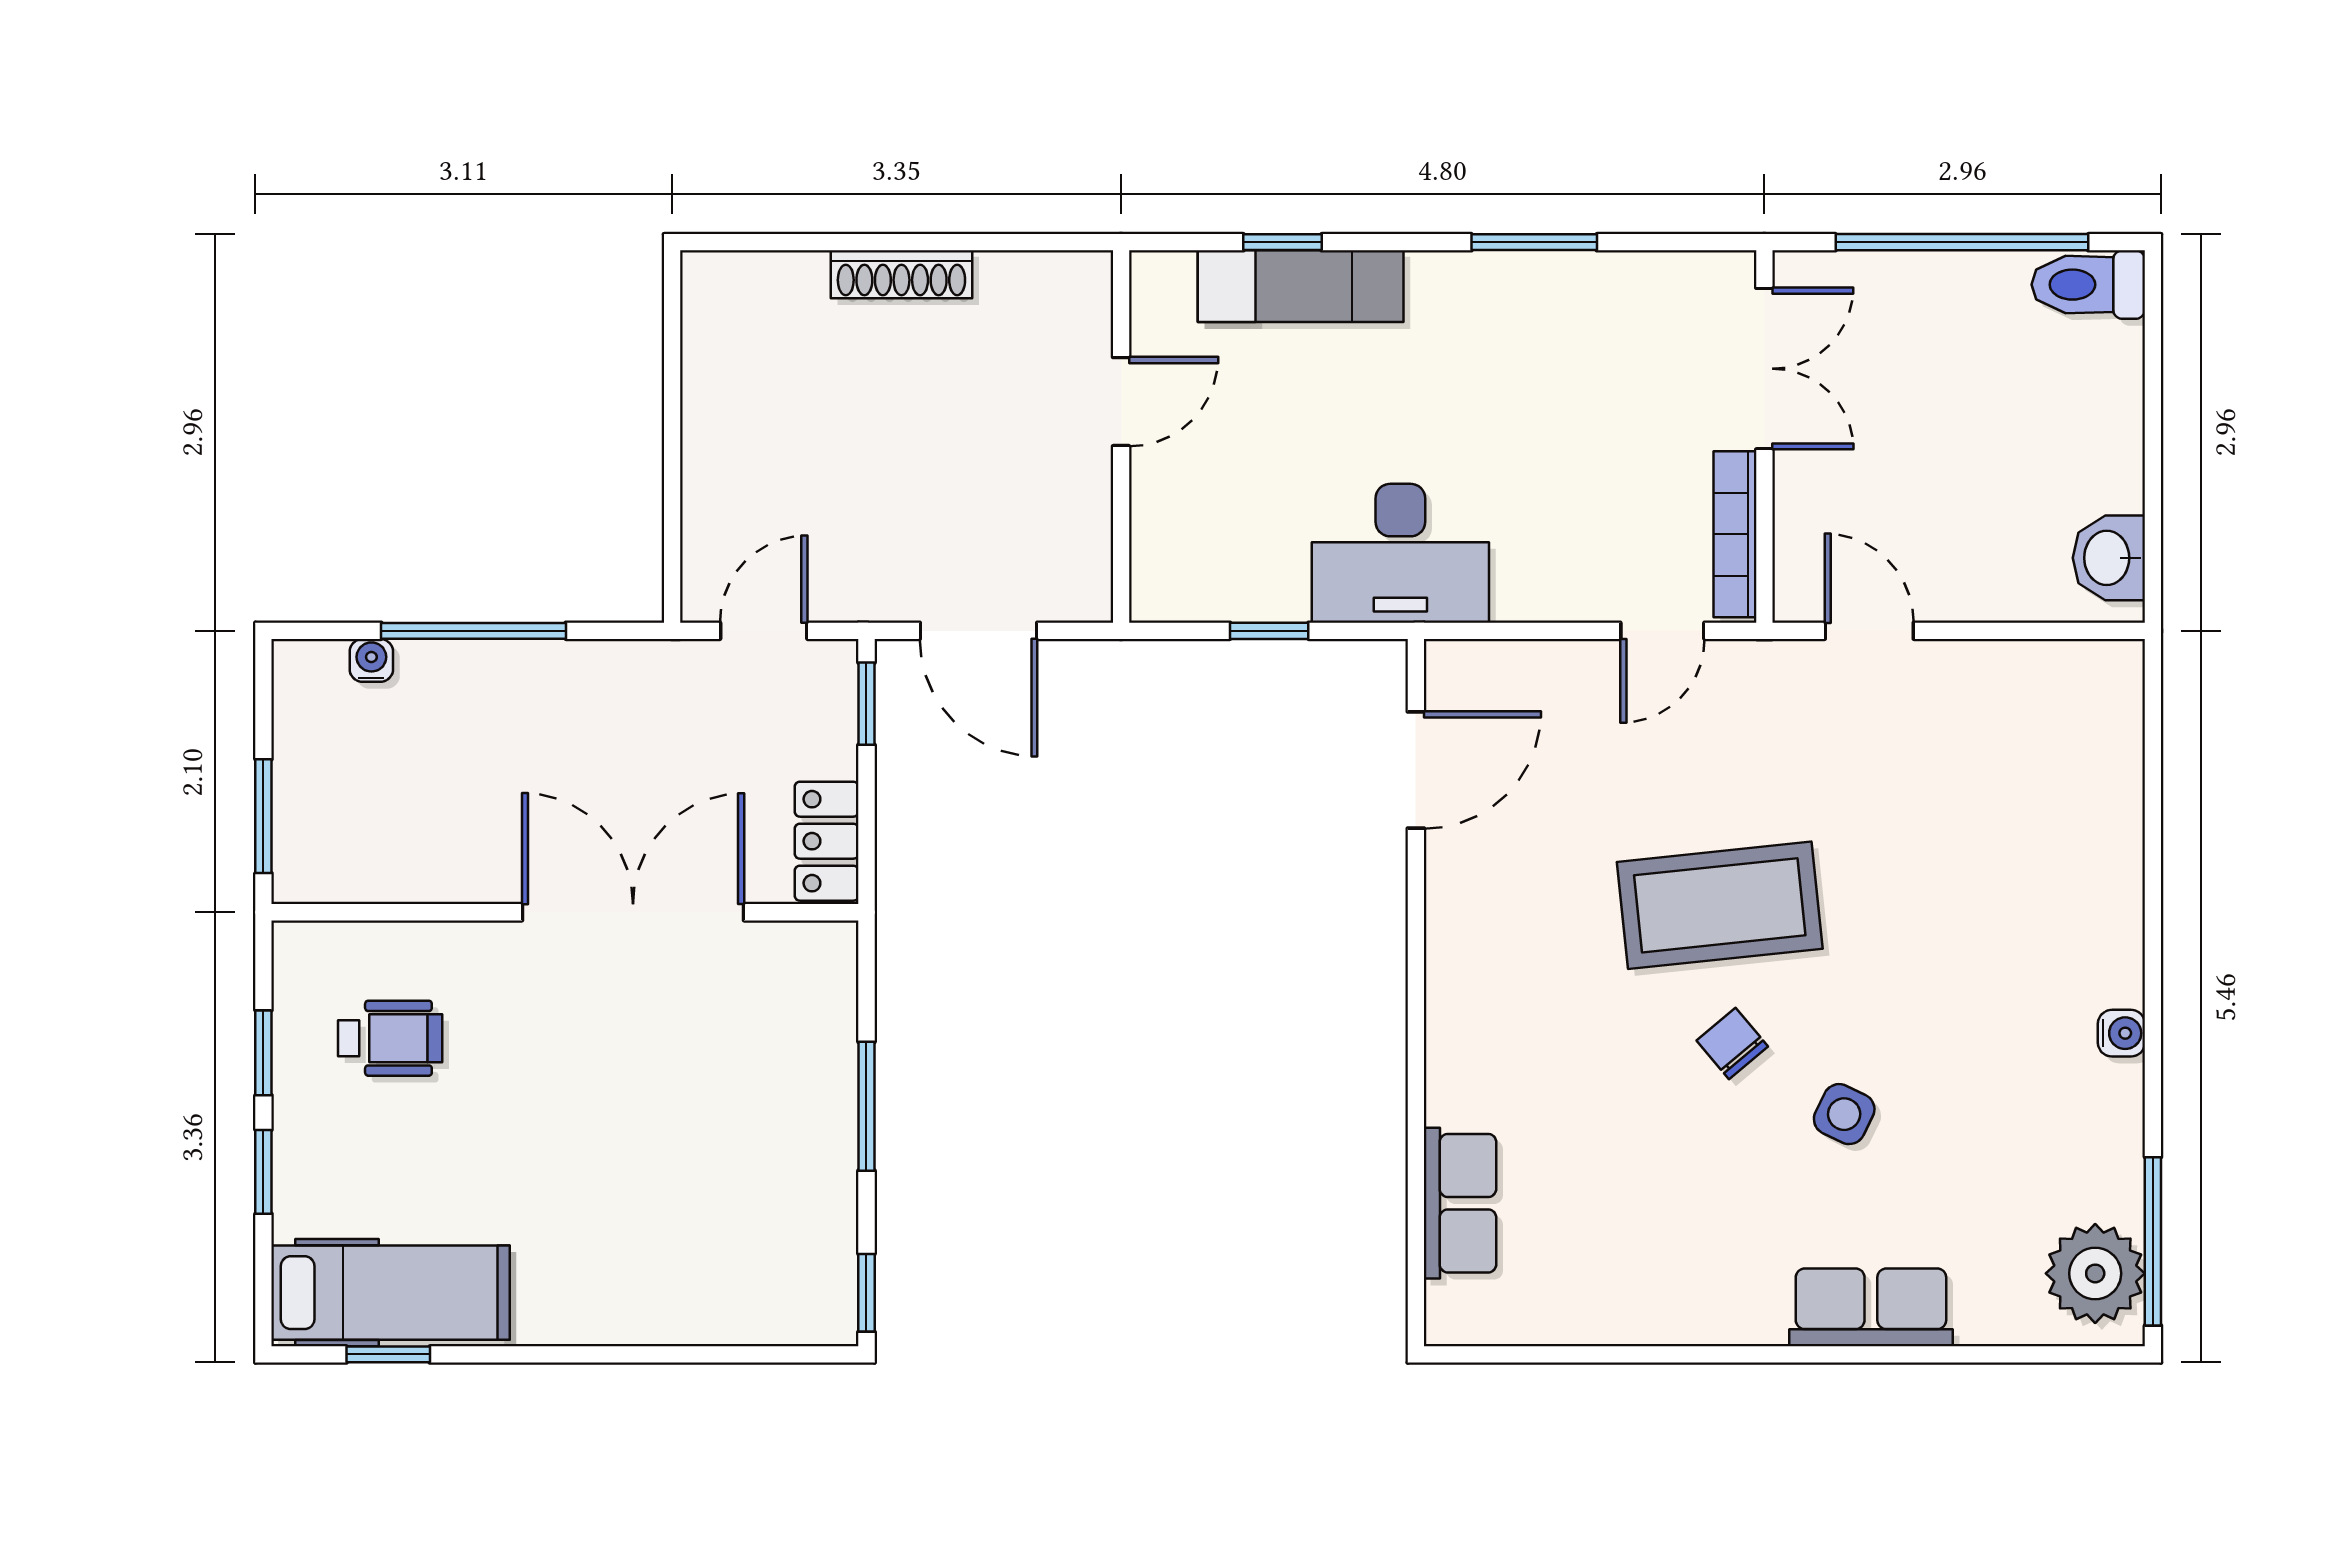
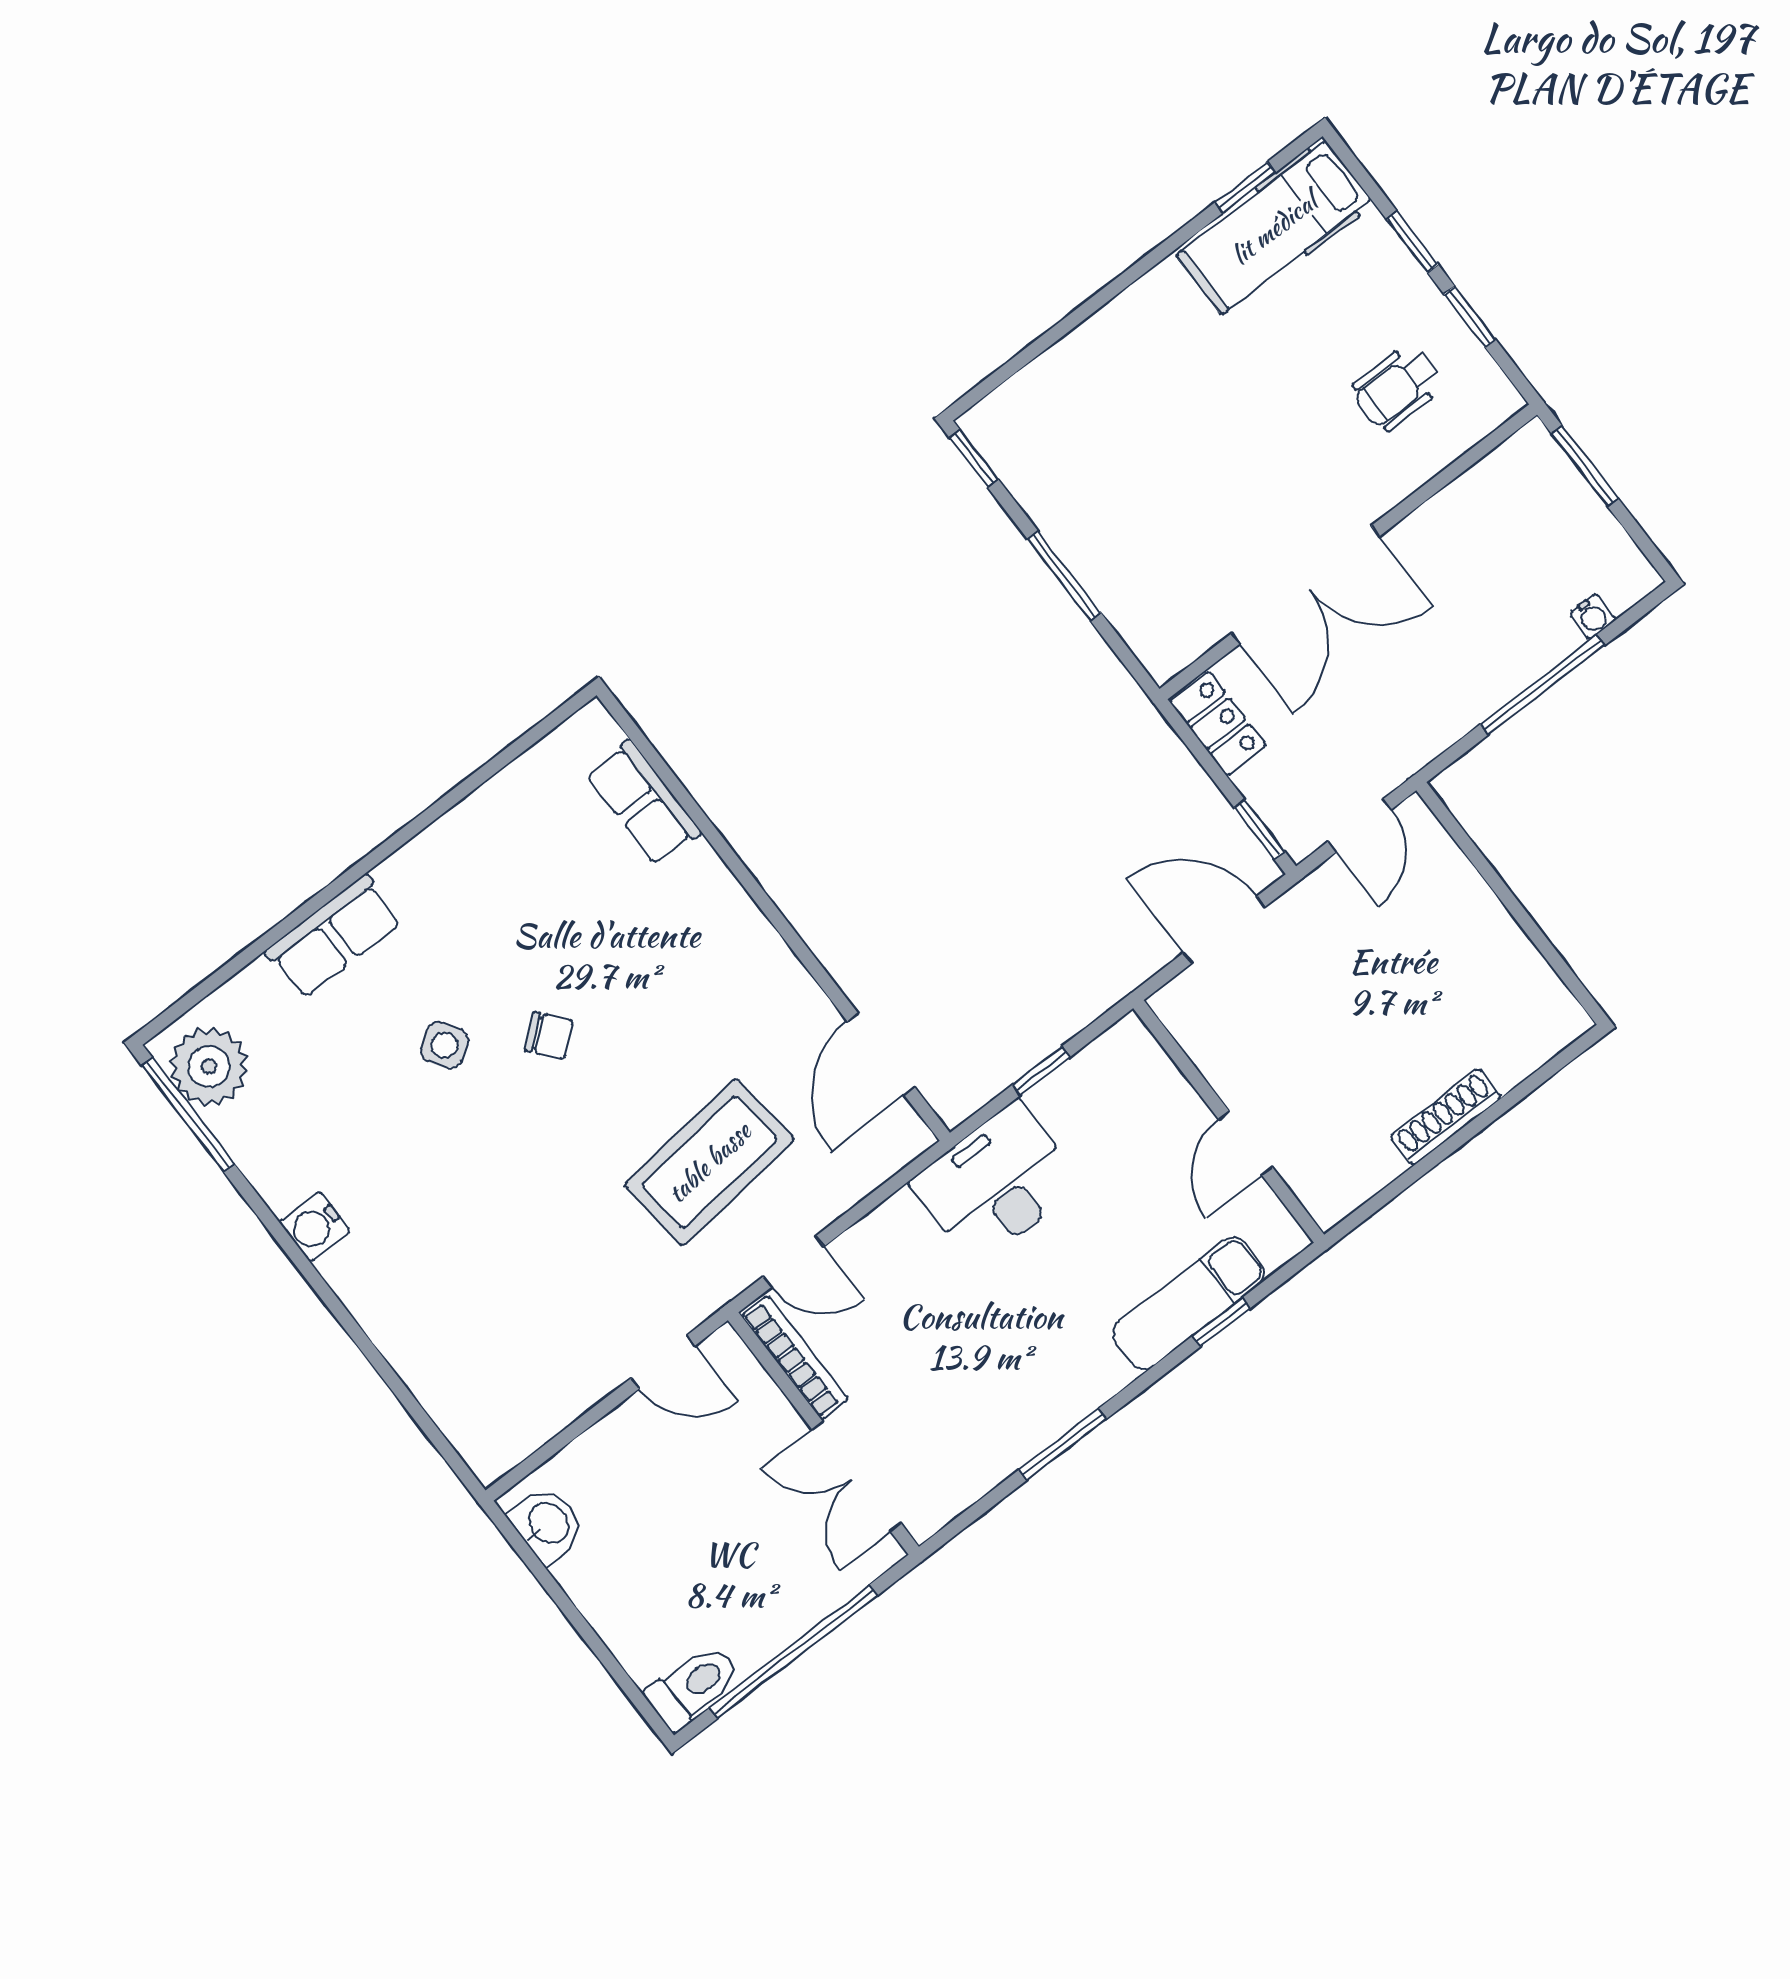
door: (1662, 631) -> (793, 1262), swing flipped
coffee table: (1720, 905) -> (709, 1162), moved
water cooler: (2121, 1033) -> (315, 1226), width x1.38, depth x1.38
side table: (1844, 1114) -> (444, 1045), turned 31

